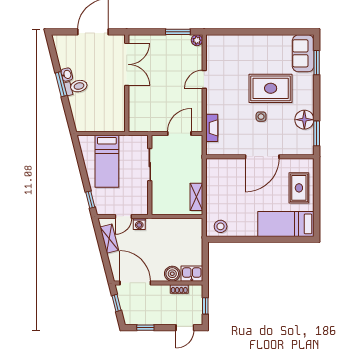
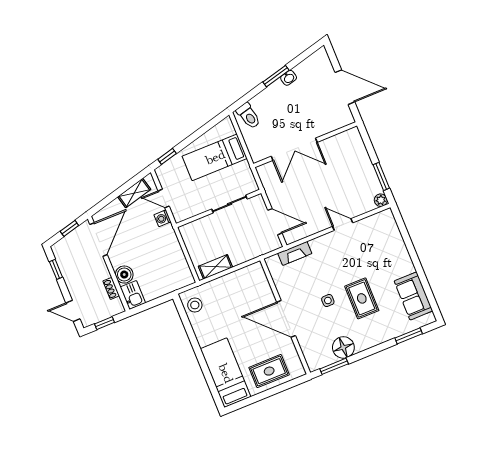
sofa: (303, 53) -> (413, 296), moved, turned -90
double door: (127, 64) -> (294, 149), moved
toilet: (76, 87) -> (248, 116), moved
rug: (271, 88) -> (362, 298), width x0.73, depth x0.70

